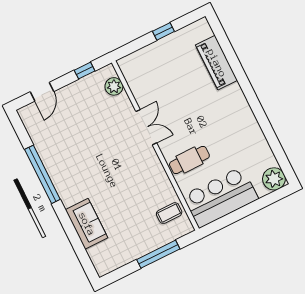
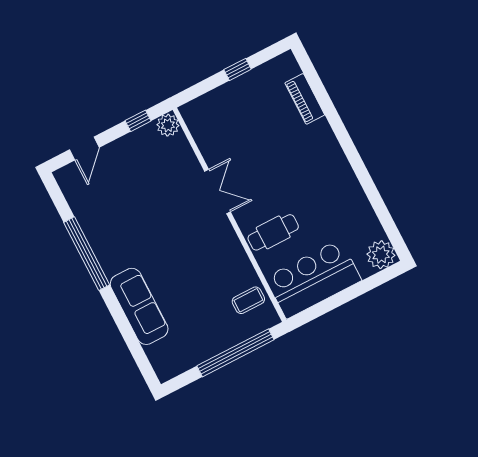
piano: (217, 63) -> (305, 99), width x0.73, depth x0.75
plant: (114, 86) -> (168, 125), moved
sofa: (87, 224) -> (139, 306), width x1.36
window: (158, 254) -> (235, 353), width x1.46

